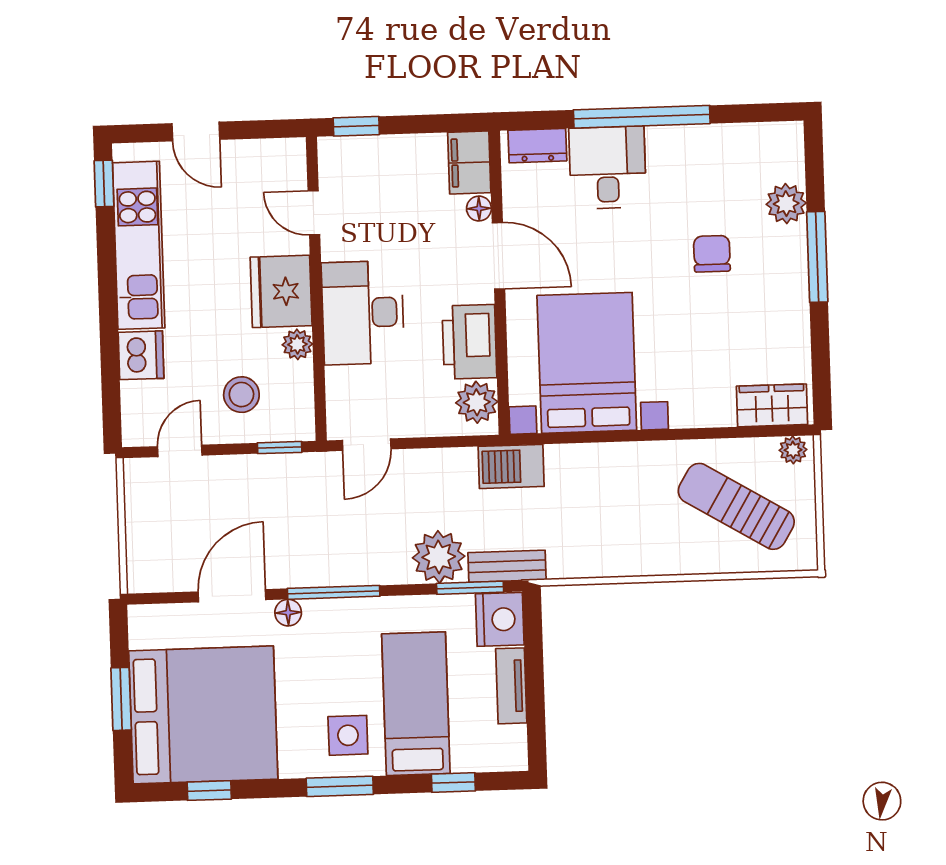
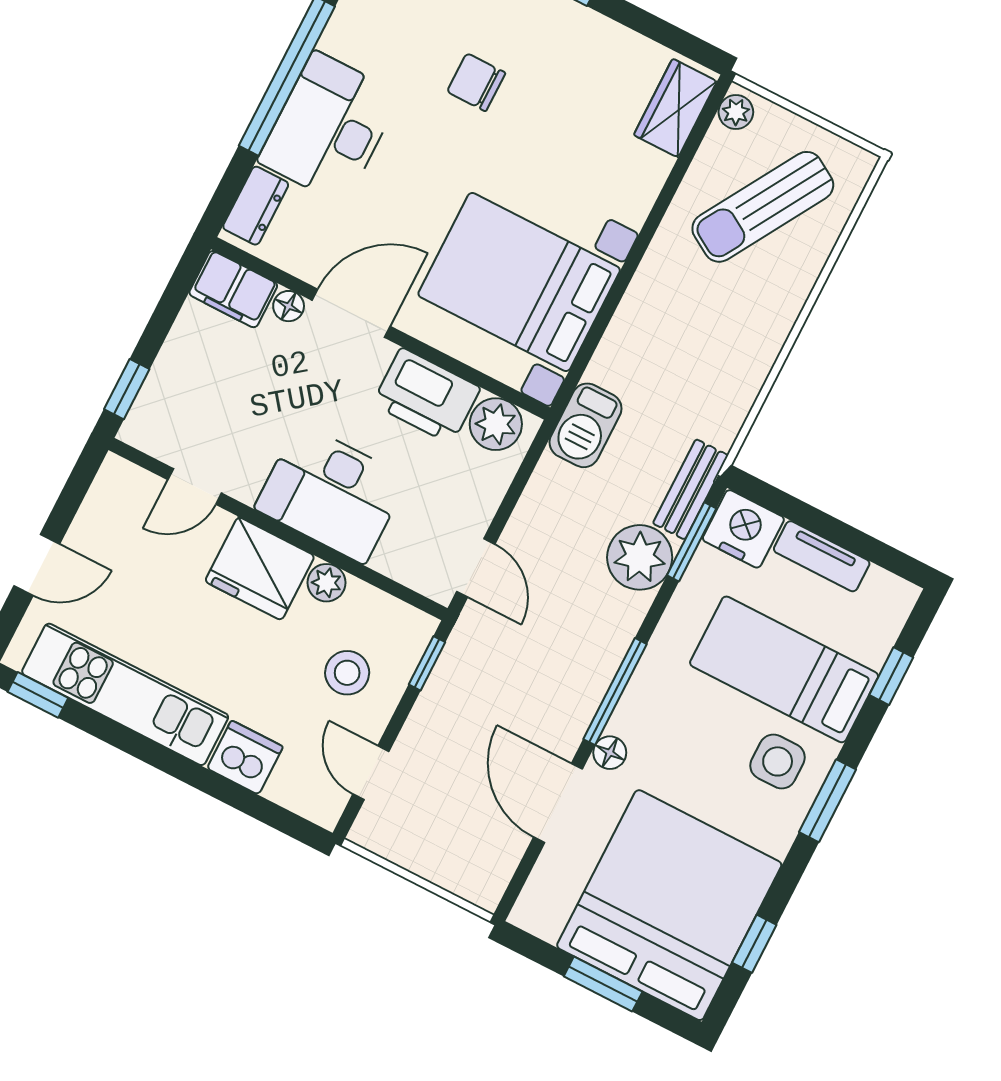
desk: (608, 168) -> (329, 128), width x1.37

